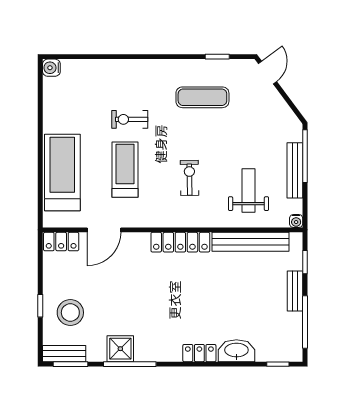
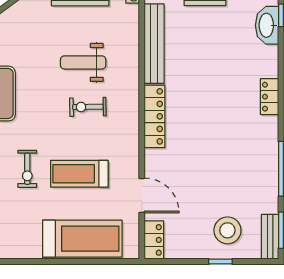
treadmill: (62, 172) -> (82, 239), turned 180
weight bench: (249, 191) -> (83, 62), moved
shower: (120, 349) -> (265, 179), removed
washbasin: (236, 351) -> (267, 25), moved

